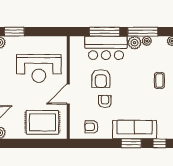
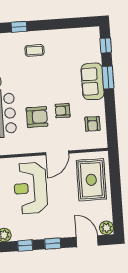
reception desk: (39, 68) -> (30, 188), turned 180
door: (68, 94) -> (57, 153), hinge flipped
sofa: (135, 130) -> (93, 81), width x0.73

